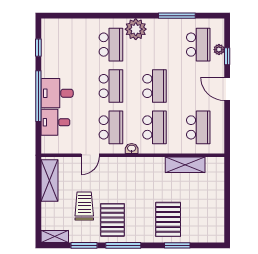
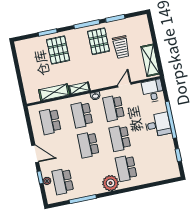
desk: (55, 122) -> (153, 91), moved, turned -90
shelving: (55, 237) -> (79, 88), moved

